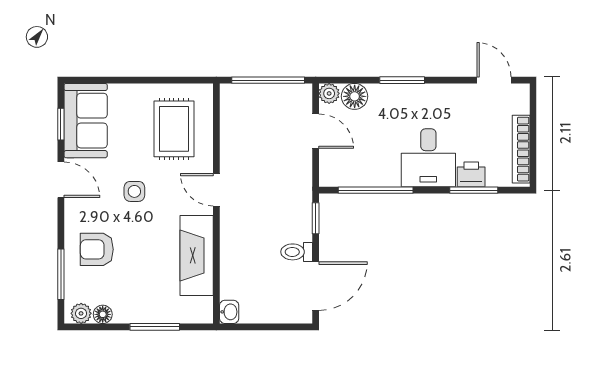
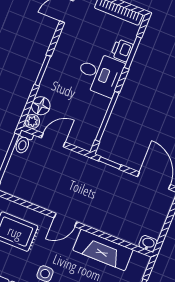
toilet: (297, 252) -> (23, 142), moved

